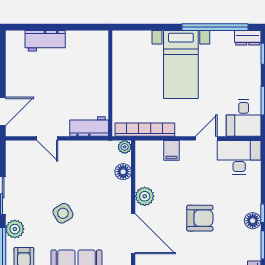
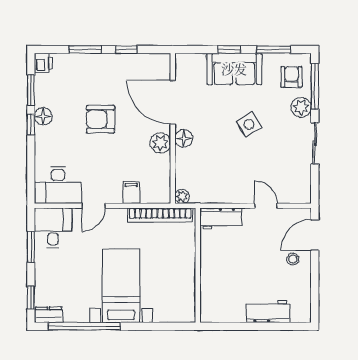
stool: (23, 89) -> (293, 259), added
floor lamp: (123, 172) -> (184, 138), moved

